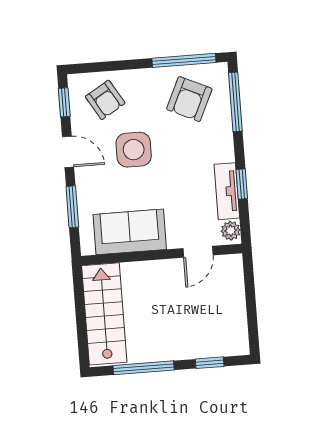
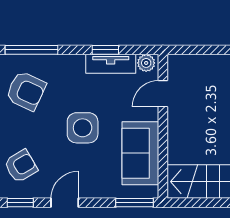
side table: (134, 150) -> (83, 128), moved
window: (72, 207) -> (134, 203), moved
door: (198, 252) -> (163, 94), swing flipped

